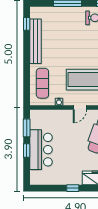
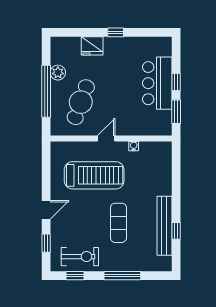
window: (27, 24) -> (176, 231), moved
exercise mat: (42, 83) -> (118, 223), moved

